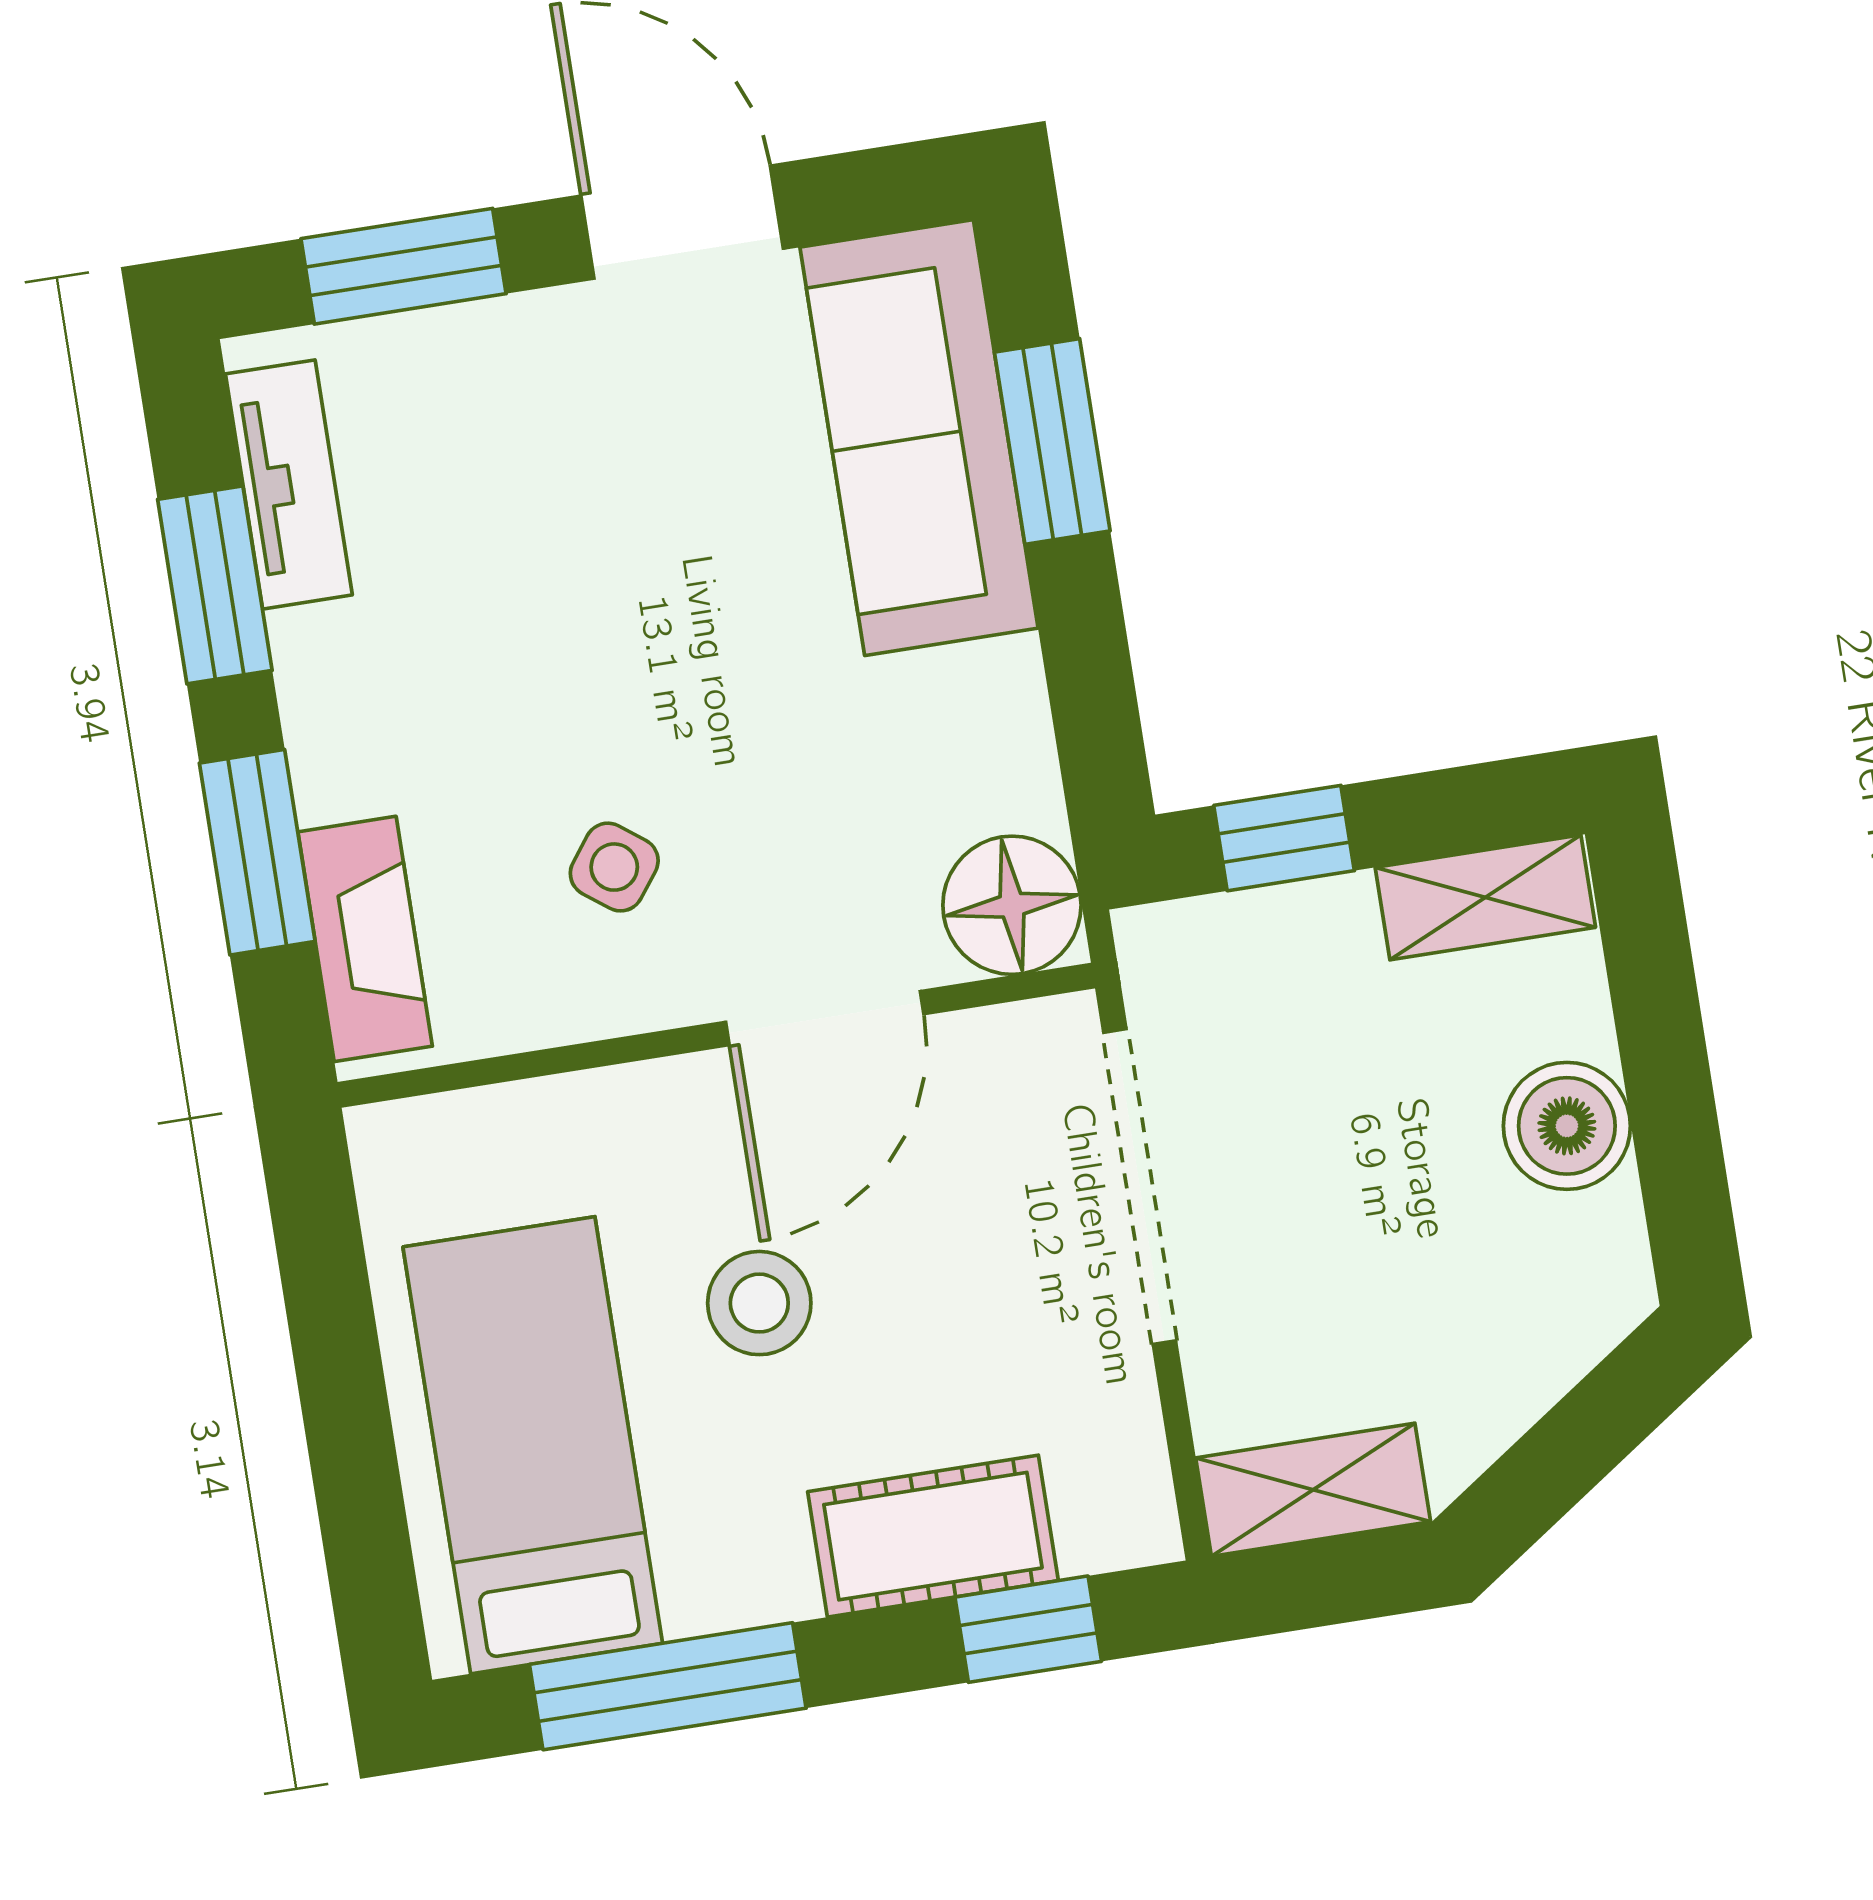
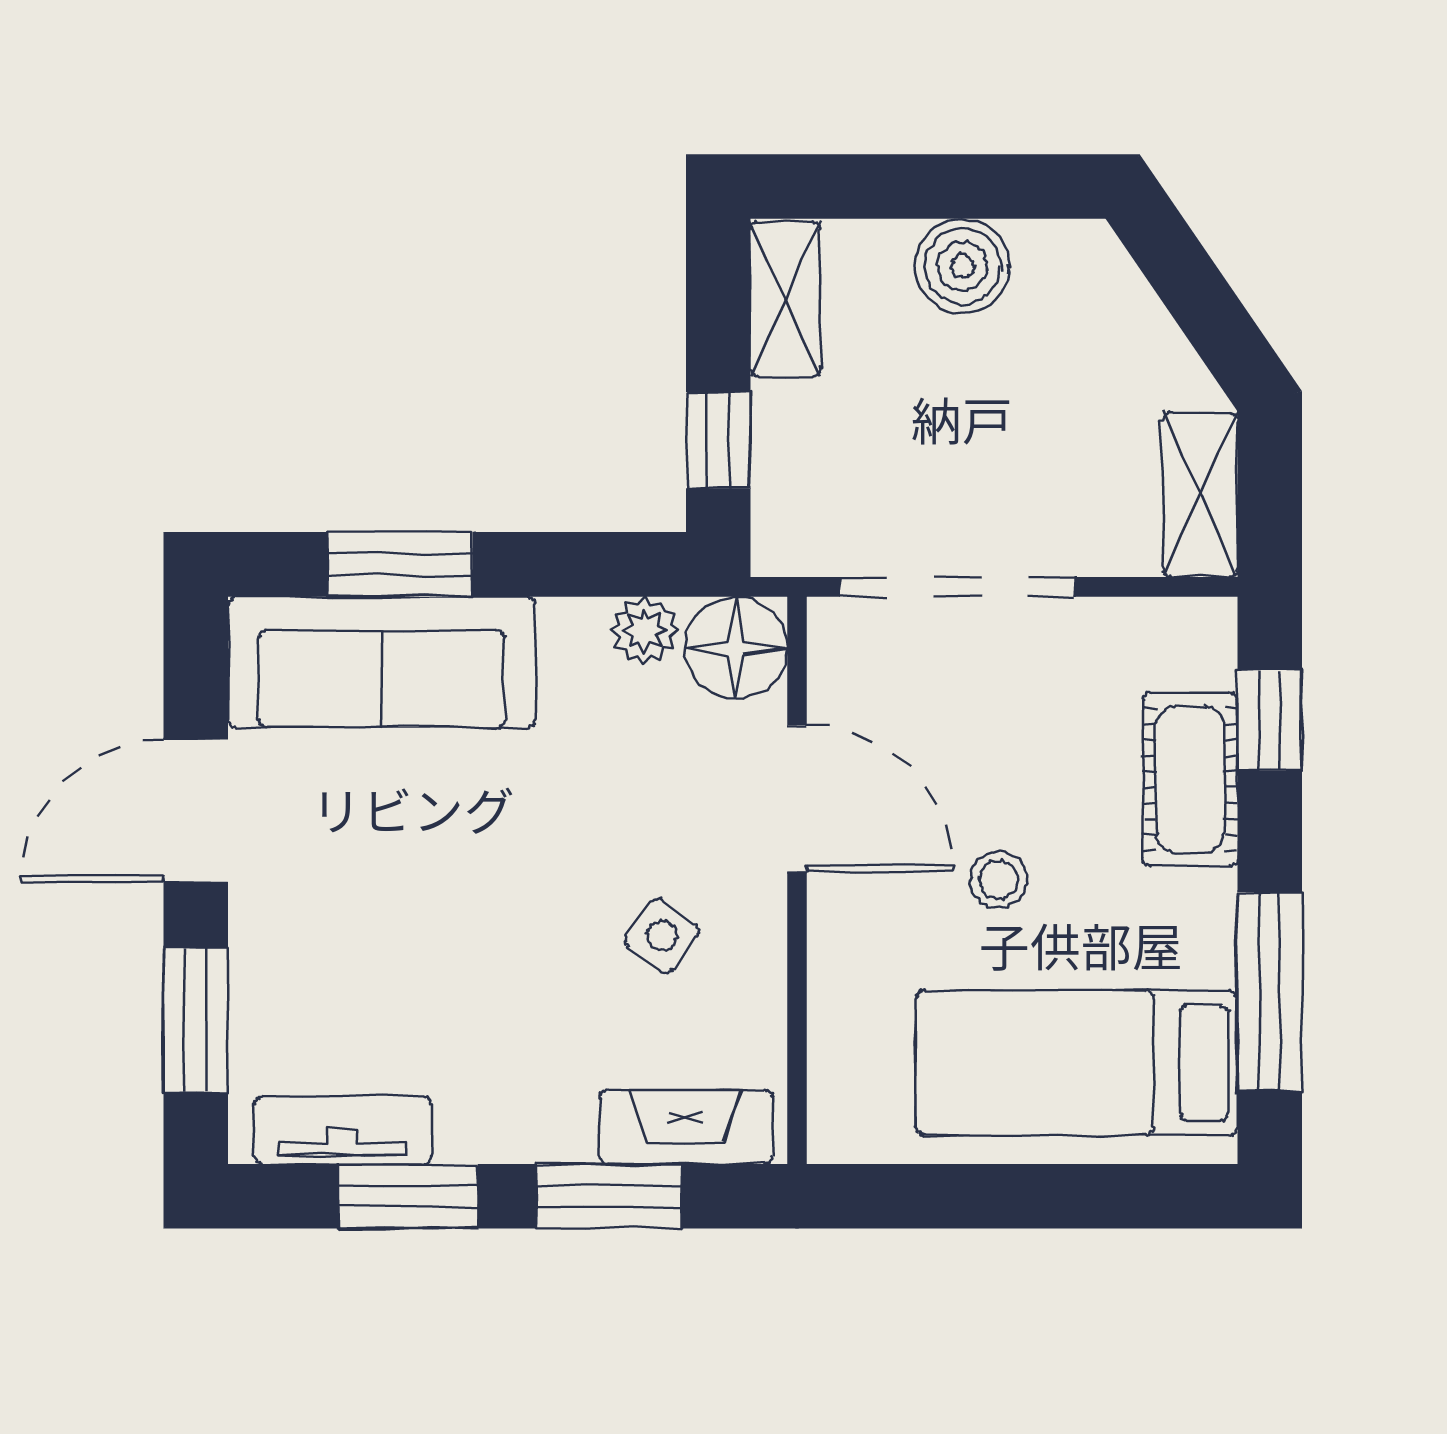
plant: (1016, 780) -> (644, 631), added
stool: (759, 1303) -> (999, 880), width x0.73, depth x0.73

